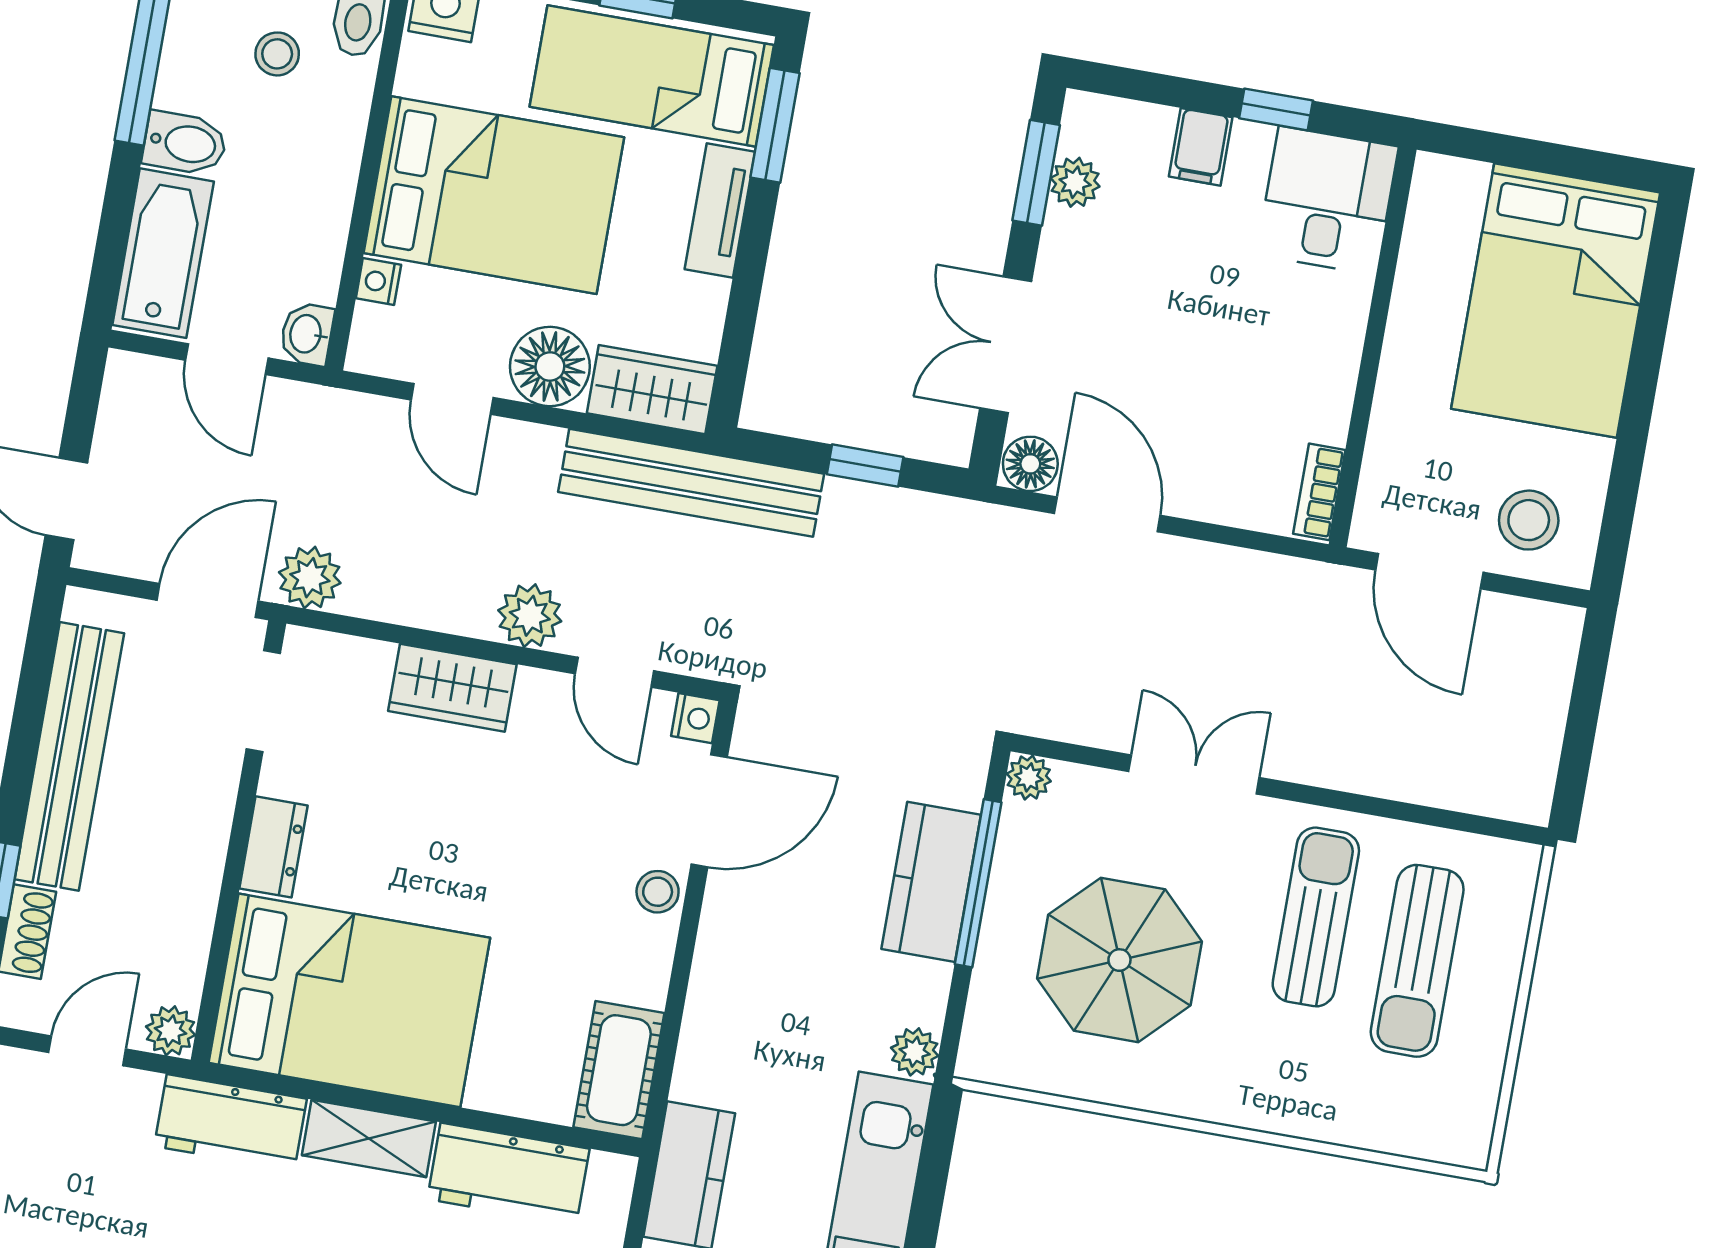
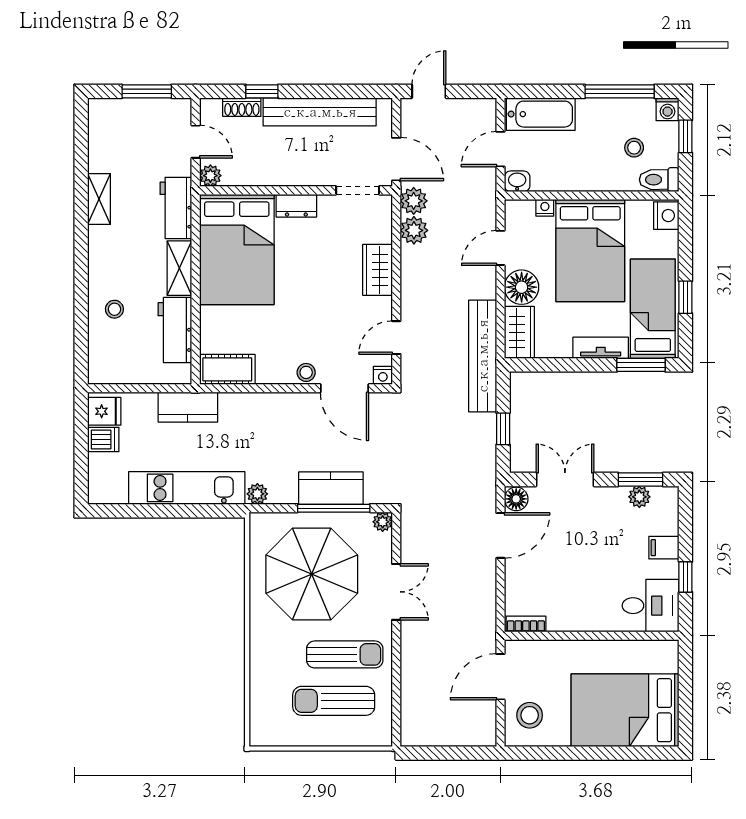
bidet: (185, 143) -> (589, 115), removed
plant: (530, 616) -> (414, 230), moved
parasol: (1119, 960) -> (312, 574), width x1.36, depth x1.36

